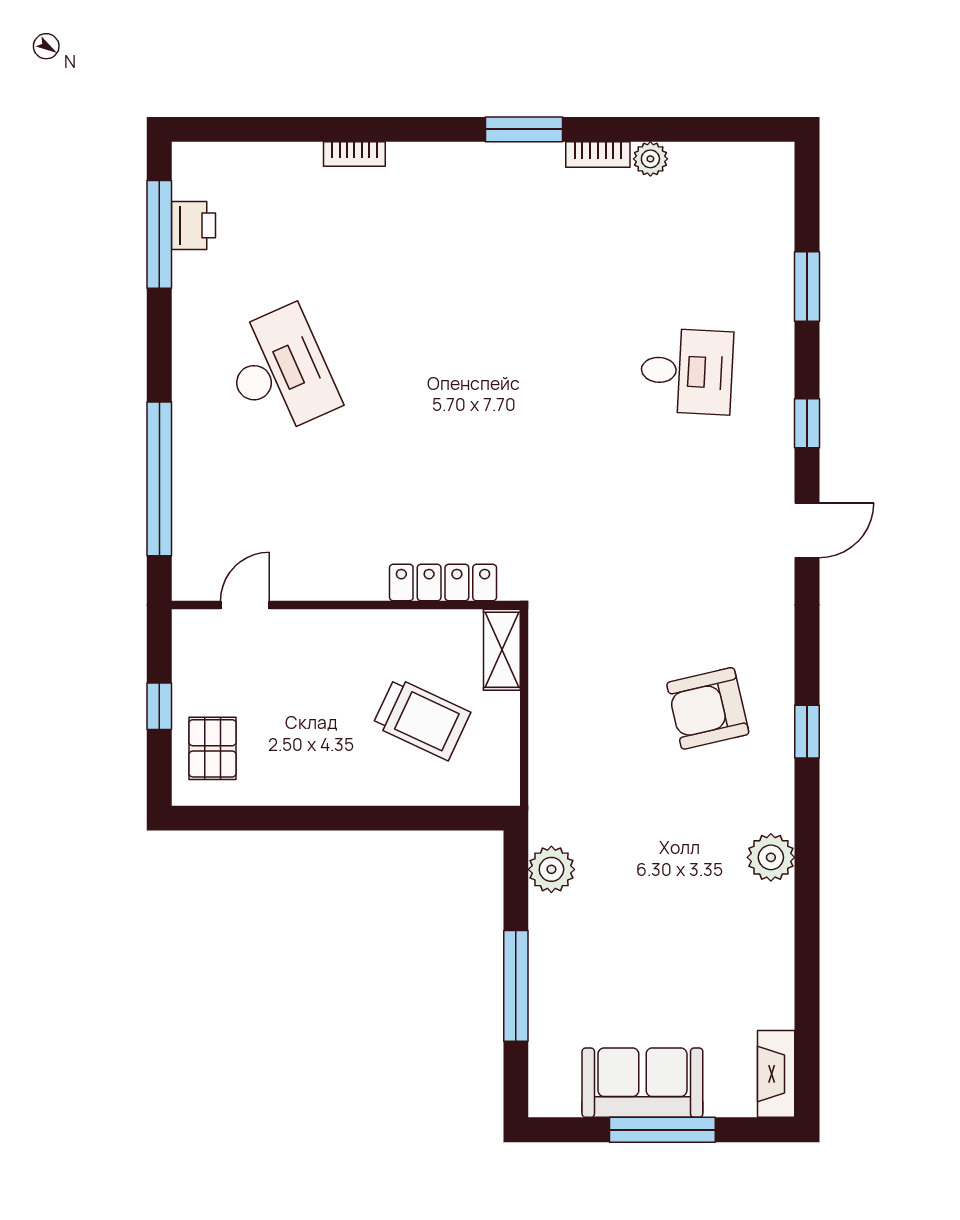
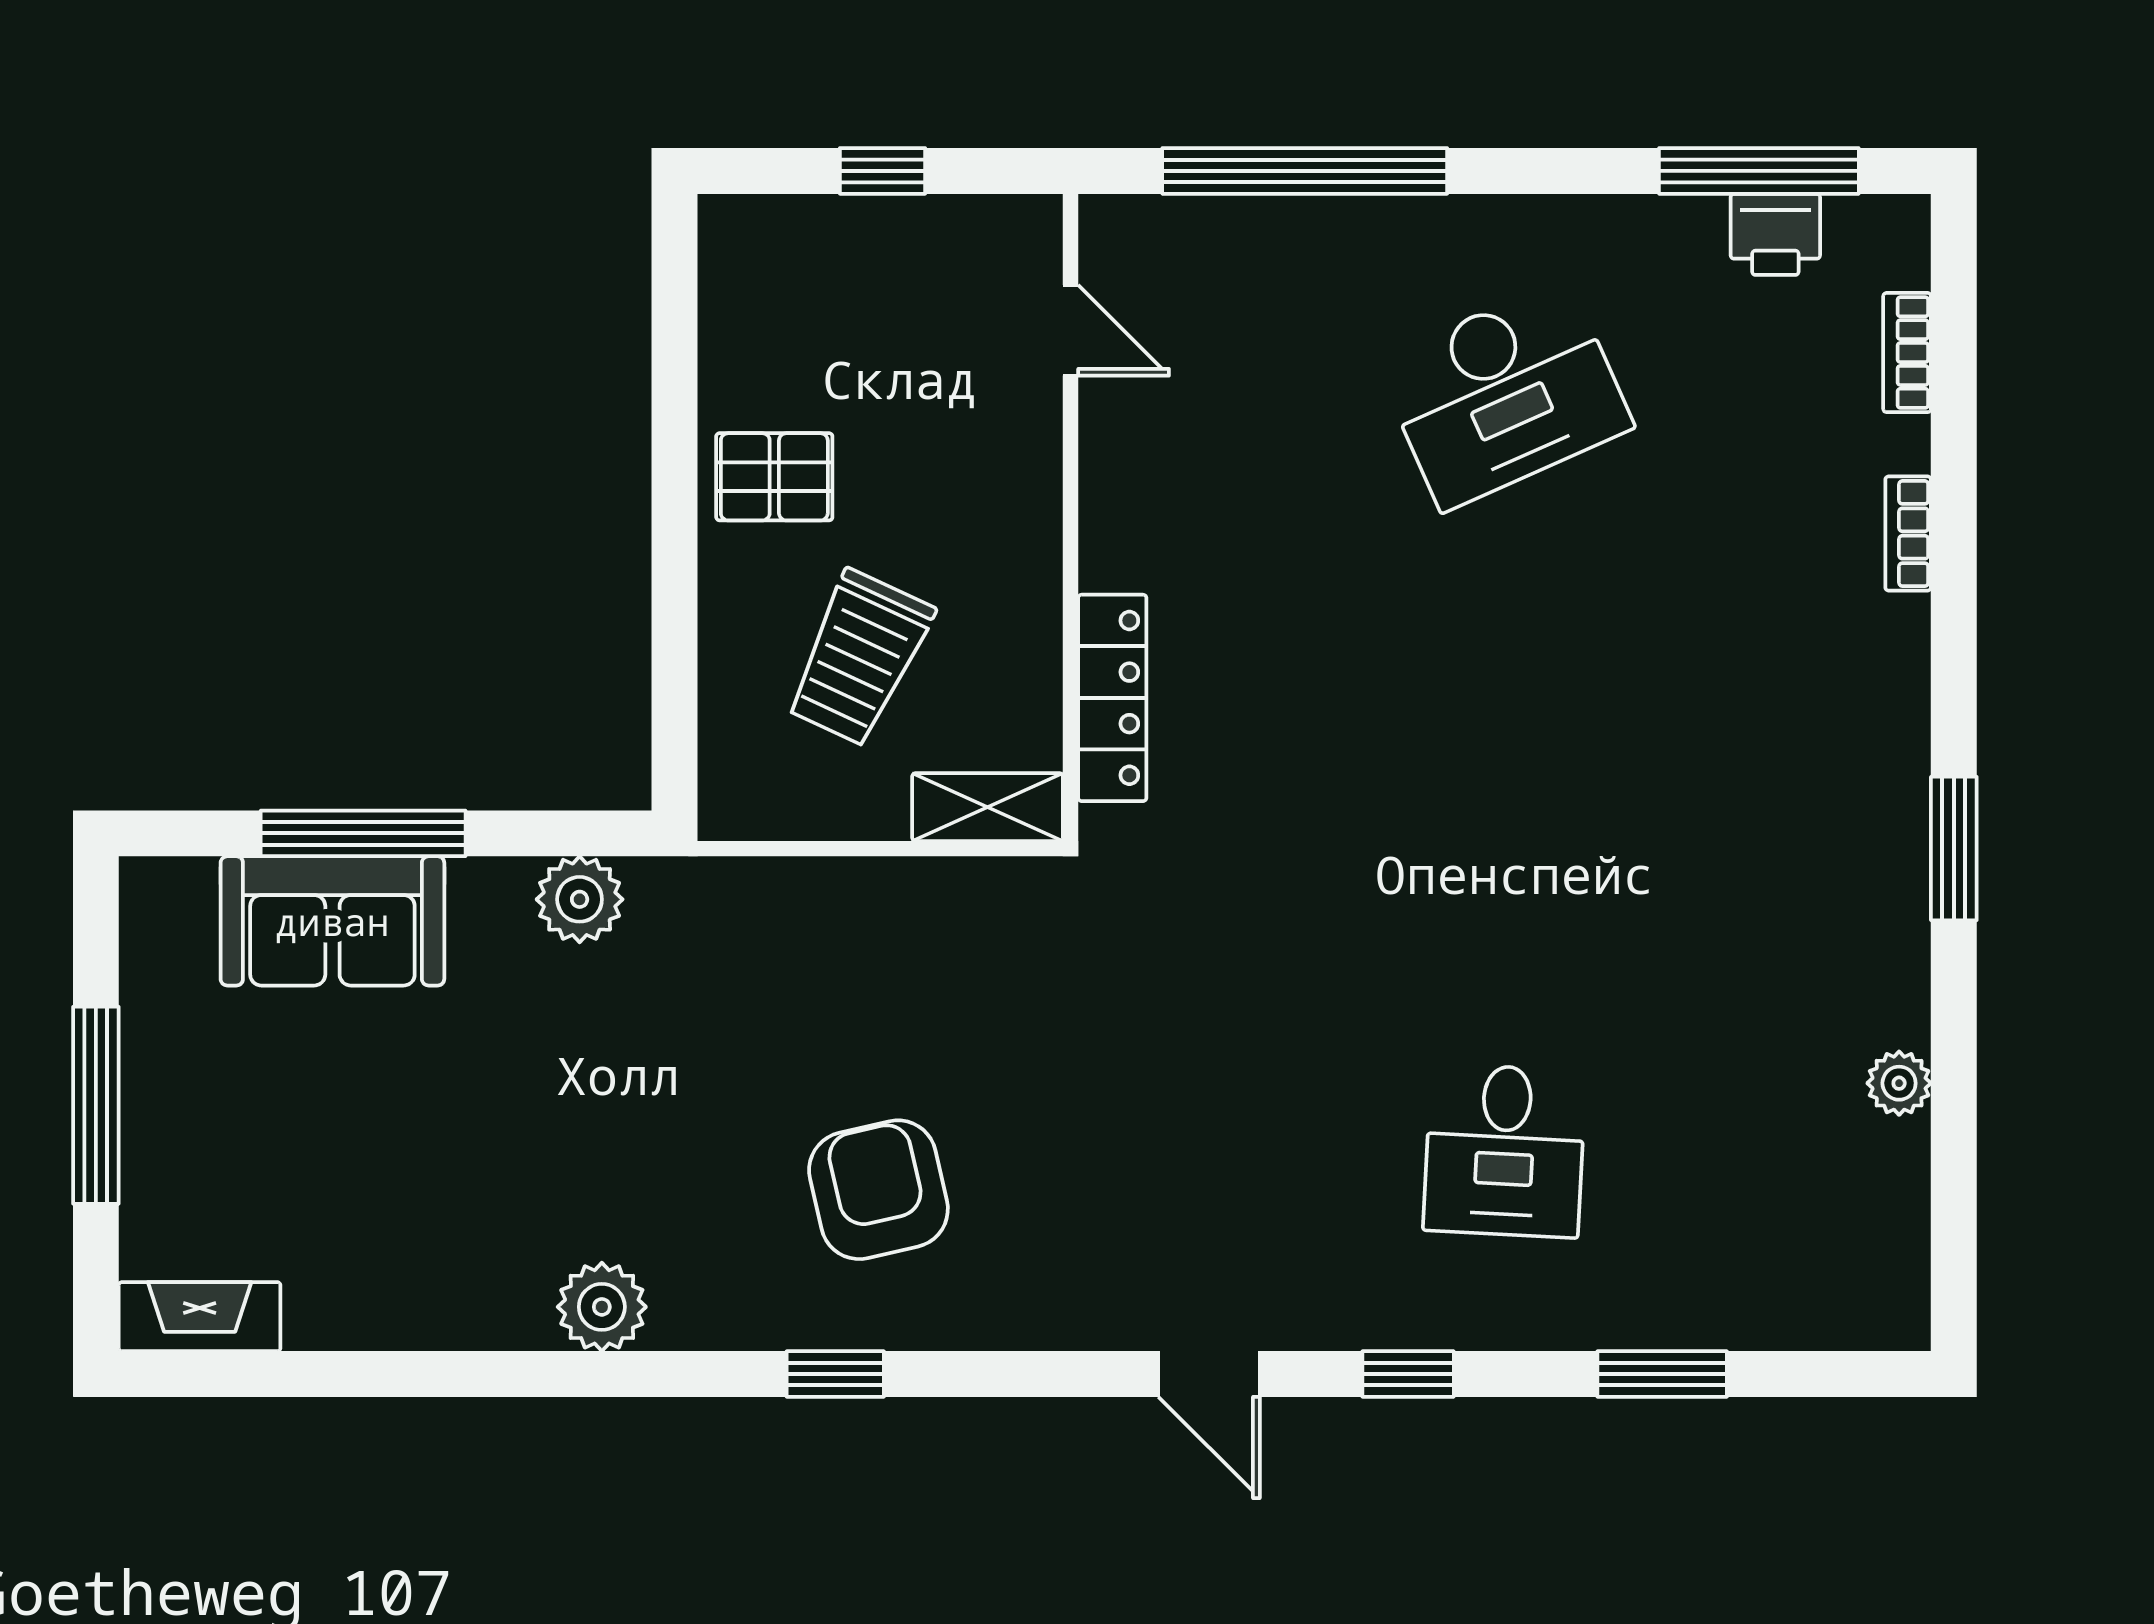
bookcase: (598, 155) -> (1907, 353), moved
pallet: (213, 748) -> (774, 477), moved
sofa: (642, 1083) -> (332, 921), moved, turned 90

